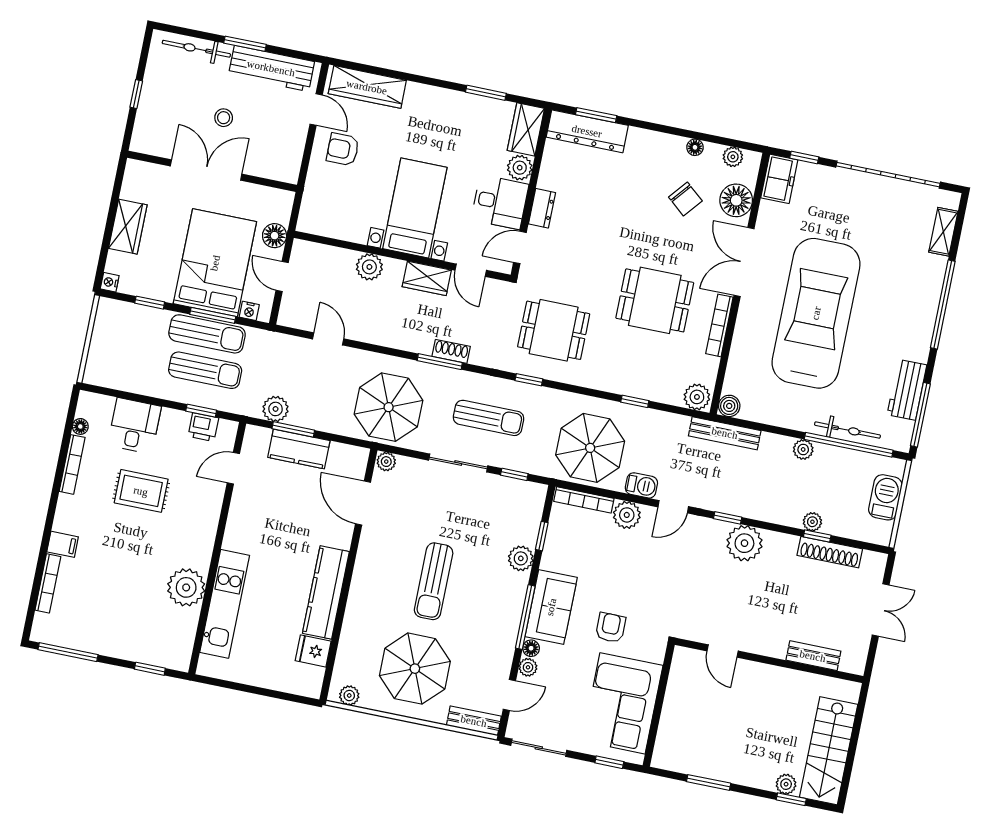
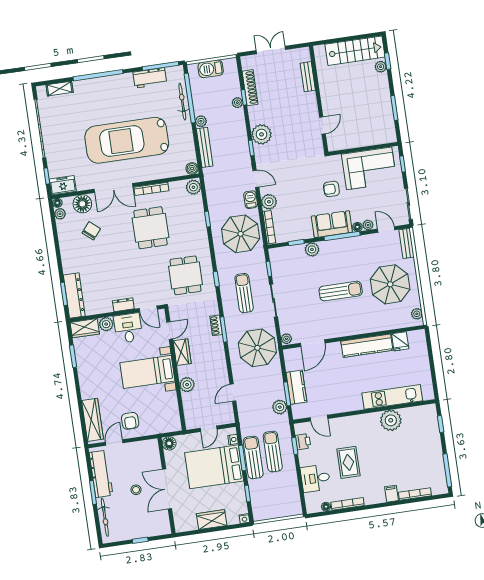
floor lamp: (695, 147) -> (57, 203), moved
floor lamp: (275, 236) -> (169, 443), moved
bench: (725, 433) -> (205, 147), moved

